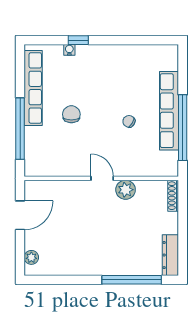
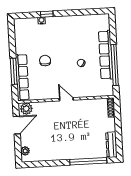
row of seats: (33, 88) -> (22, 77), moved
window: (20, 129) -> (14, 71), width x0.68
plant: (126, 190) -> (26, 109), moved

